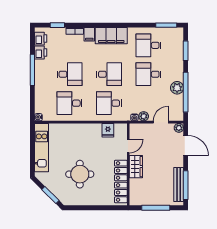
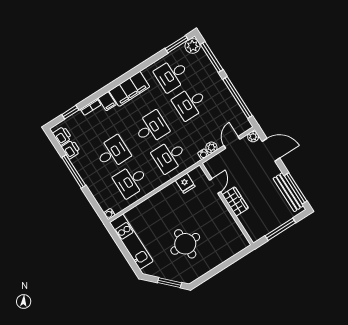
window: (186, 51) -> (212, 57), width x1.44
plant: (177, 88) -> (193, 46), moved
locker: (121, 181) -> (230, 225), removed

